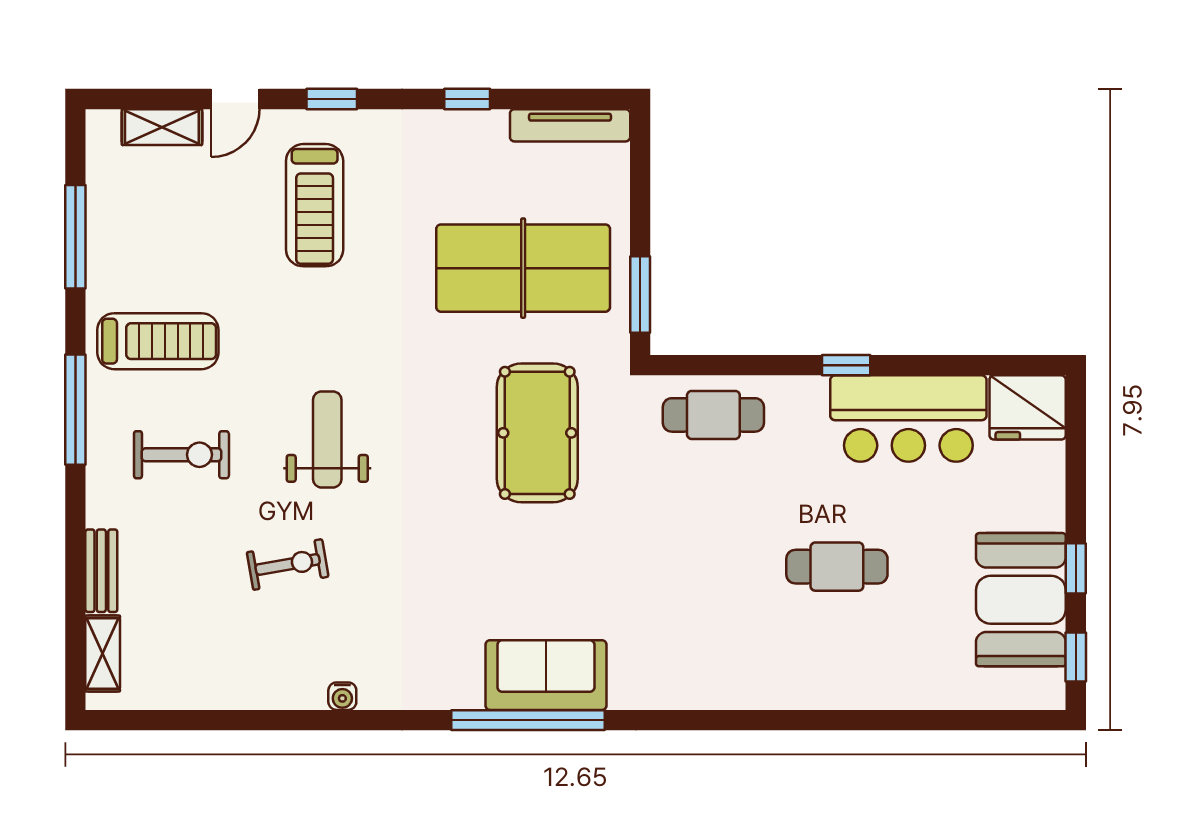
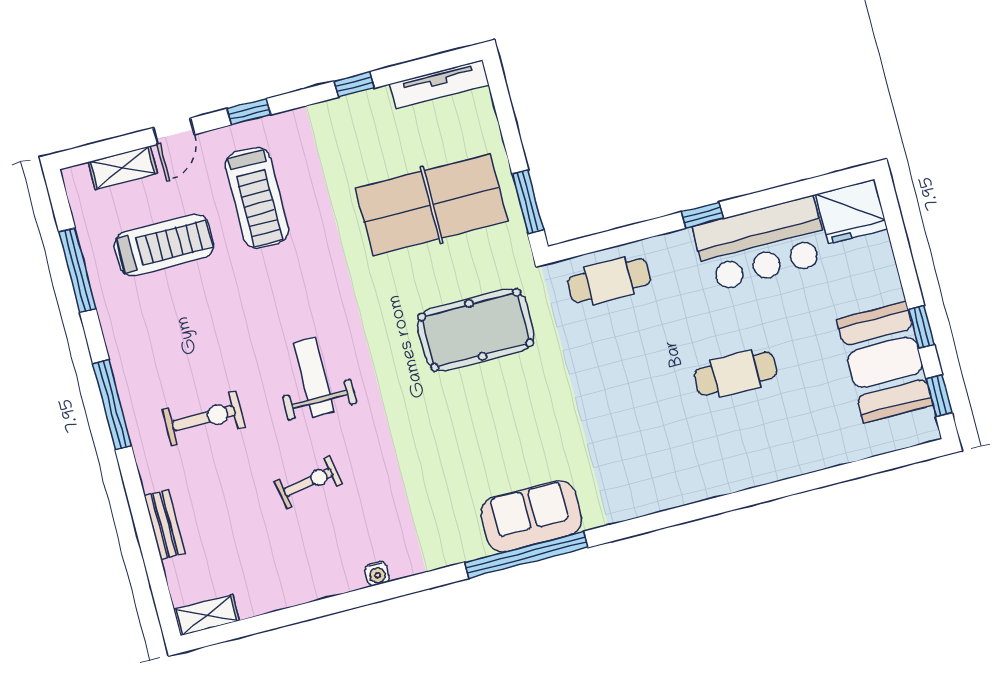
treadmill: (158, 341) -> (164, 245), moved
pool table: (537, 433) -> (476, 330), turned 90
shelving: (103, 654) -> (207, 615), moved, turned 90

